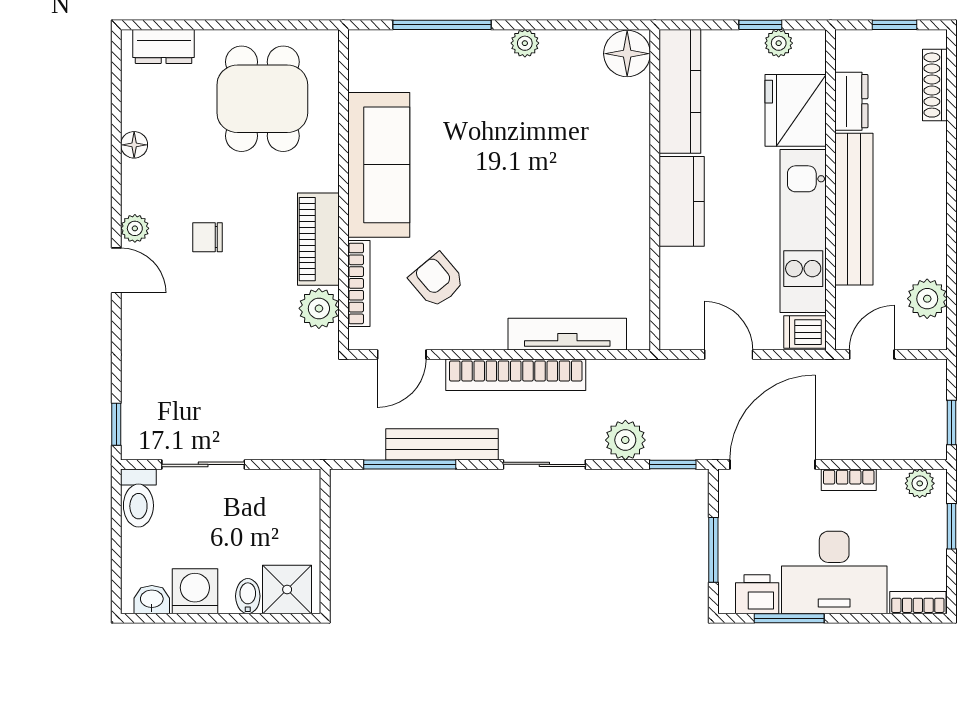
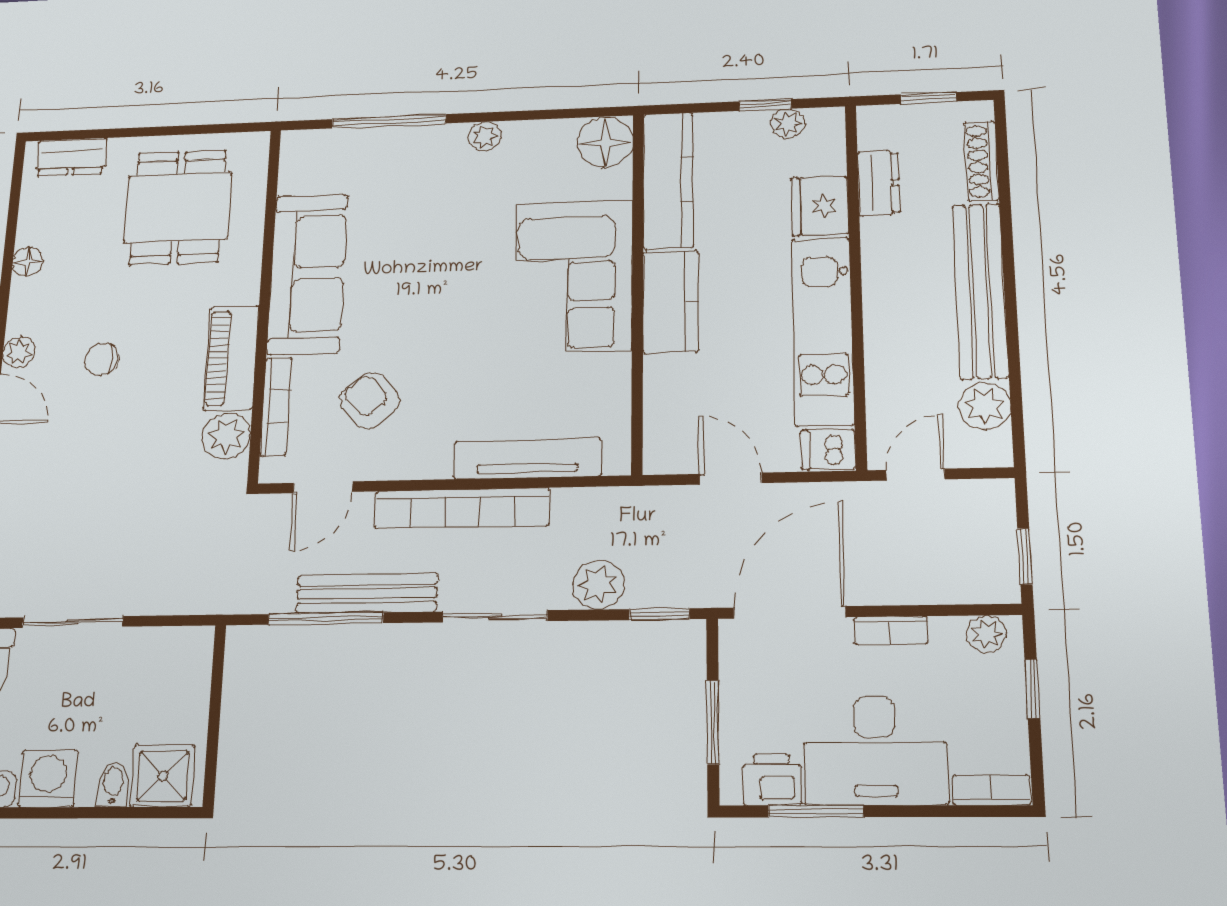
fridge: (796, 110) -> (820, 206), width x0.73, depth x0.75
corner sofa: (602, 176) -> (573, 276), added
bench: (854, 209) -> (980, 291), moved

